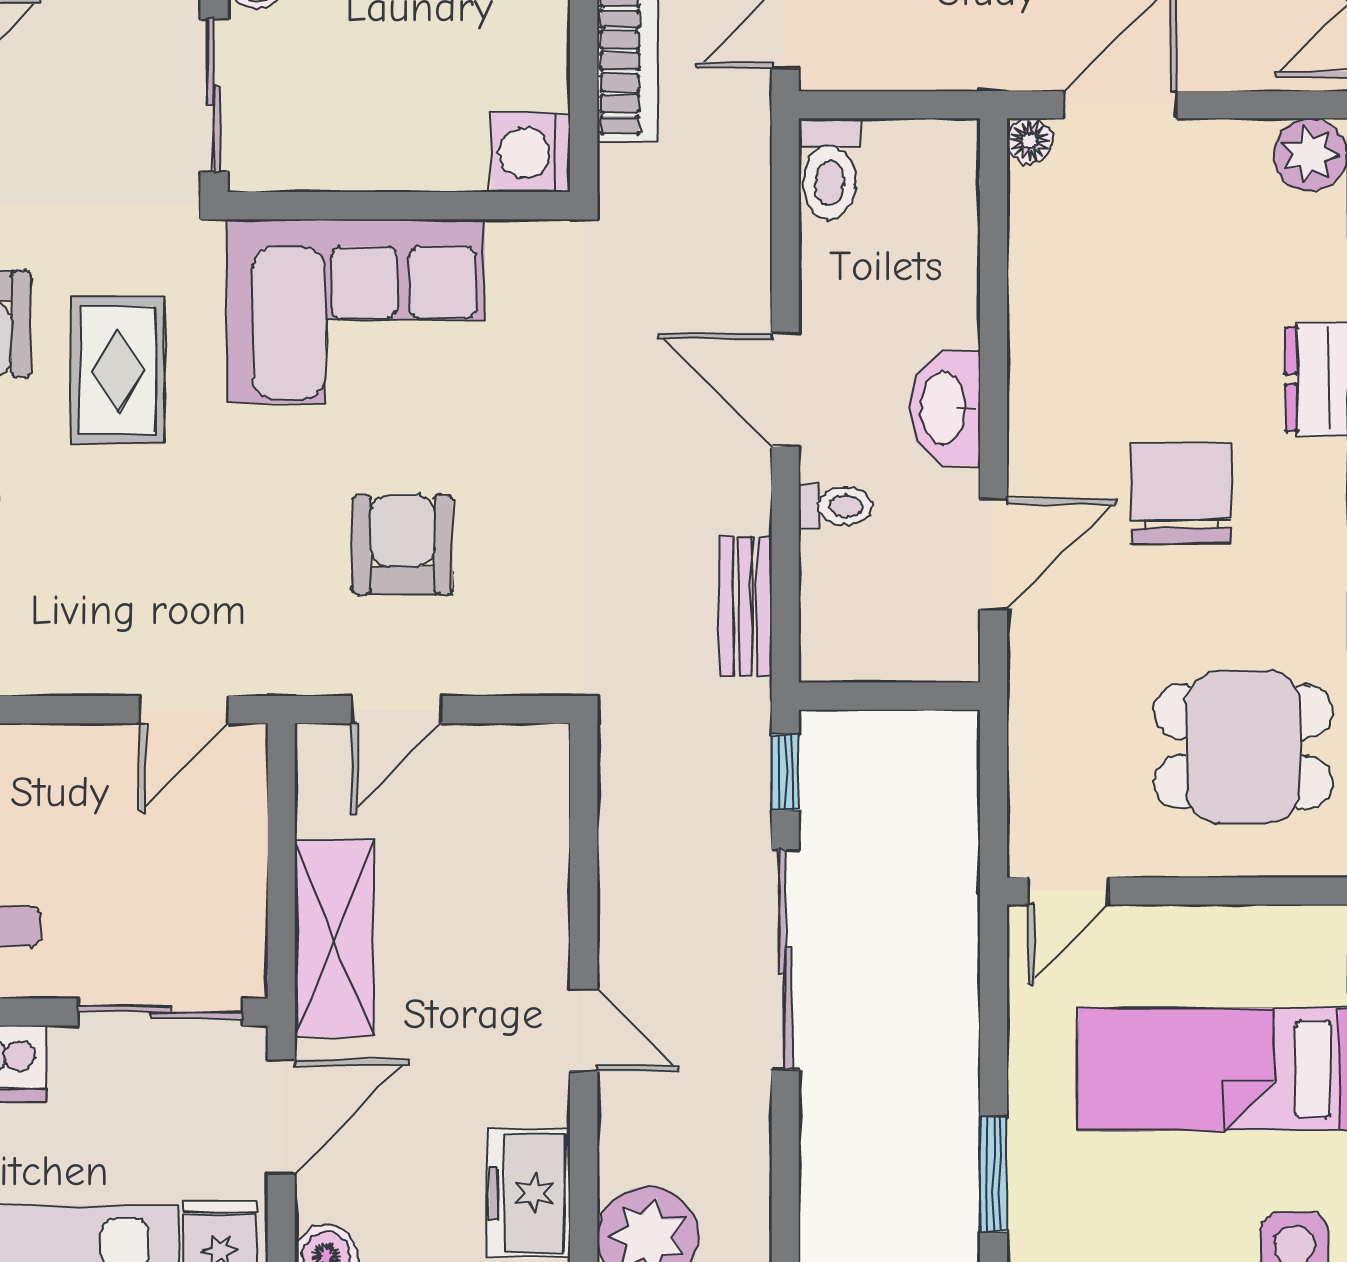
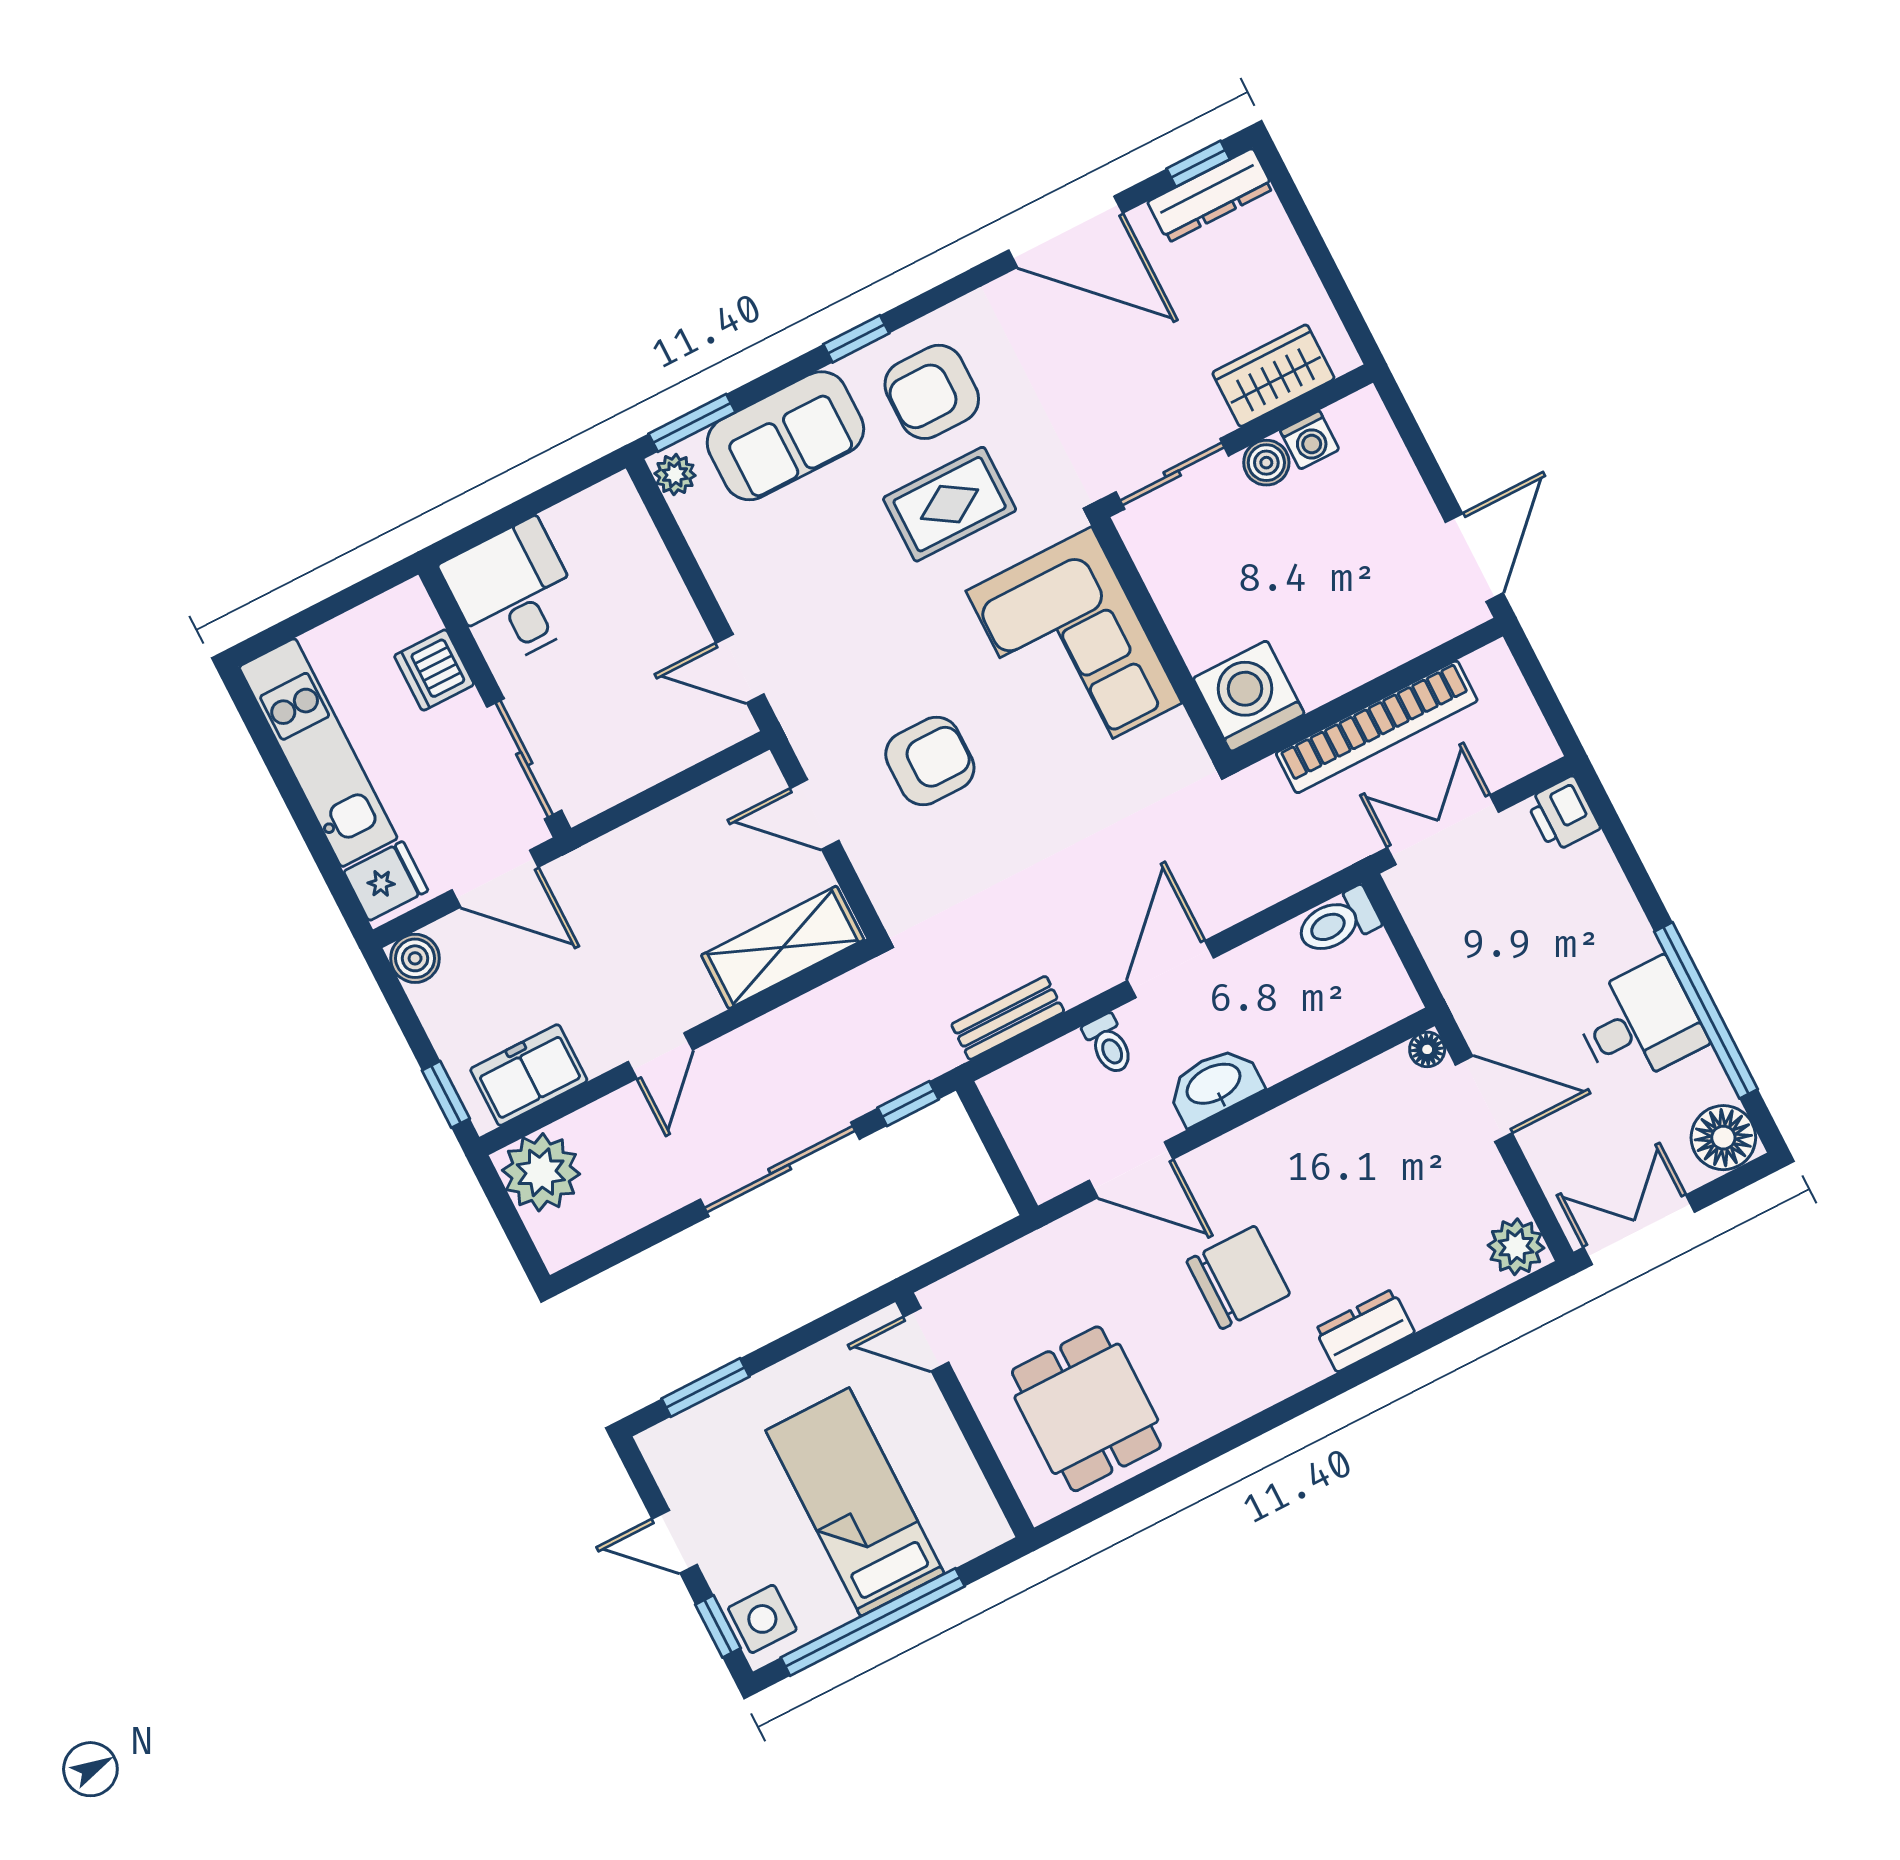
washing machine: (531, 153) -> (1249, 696), width x1.37, depth x1.37
shelving: (334, 939) -> (783, 947), moved

